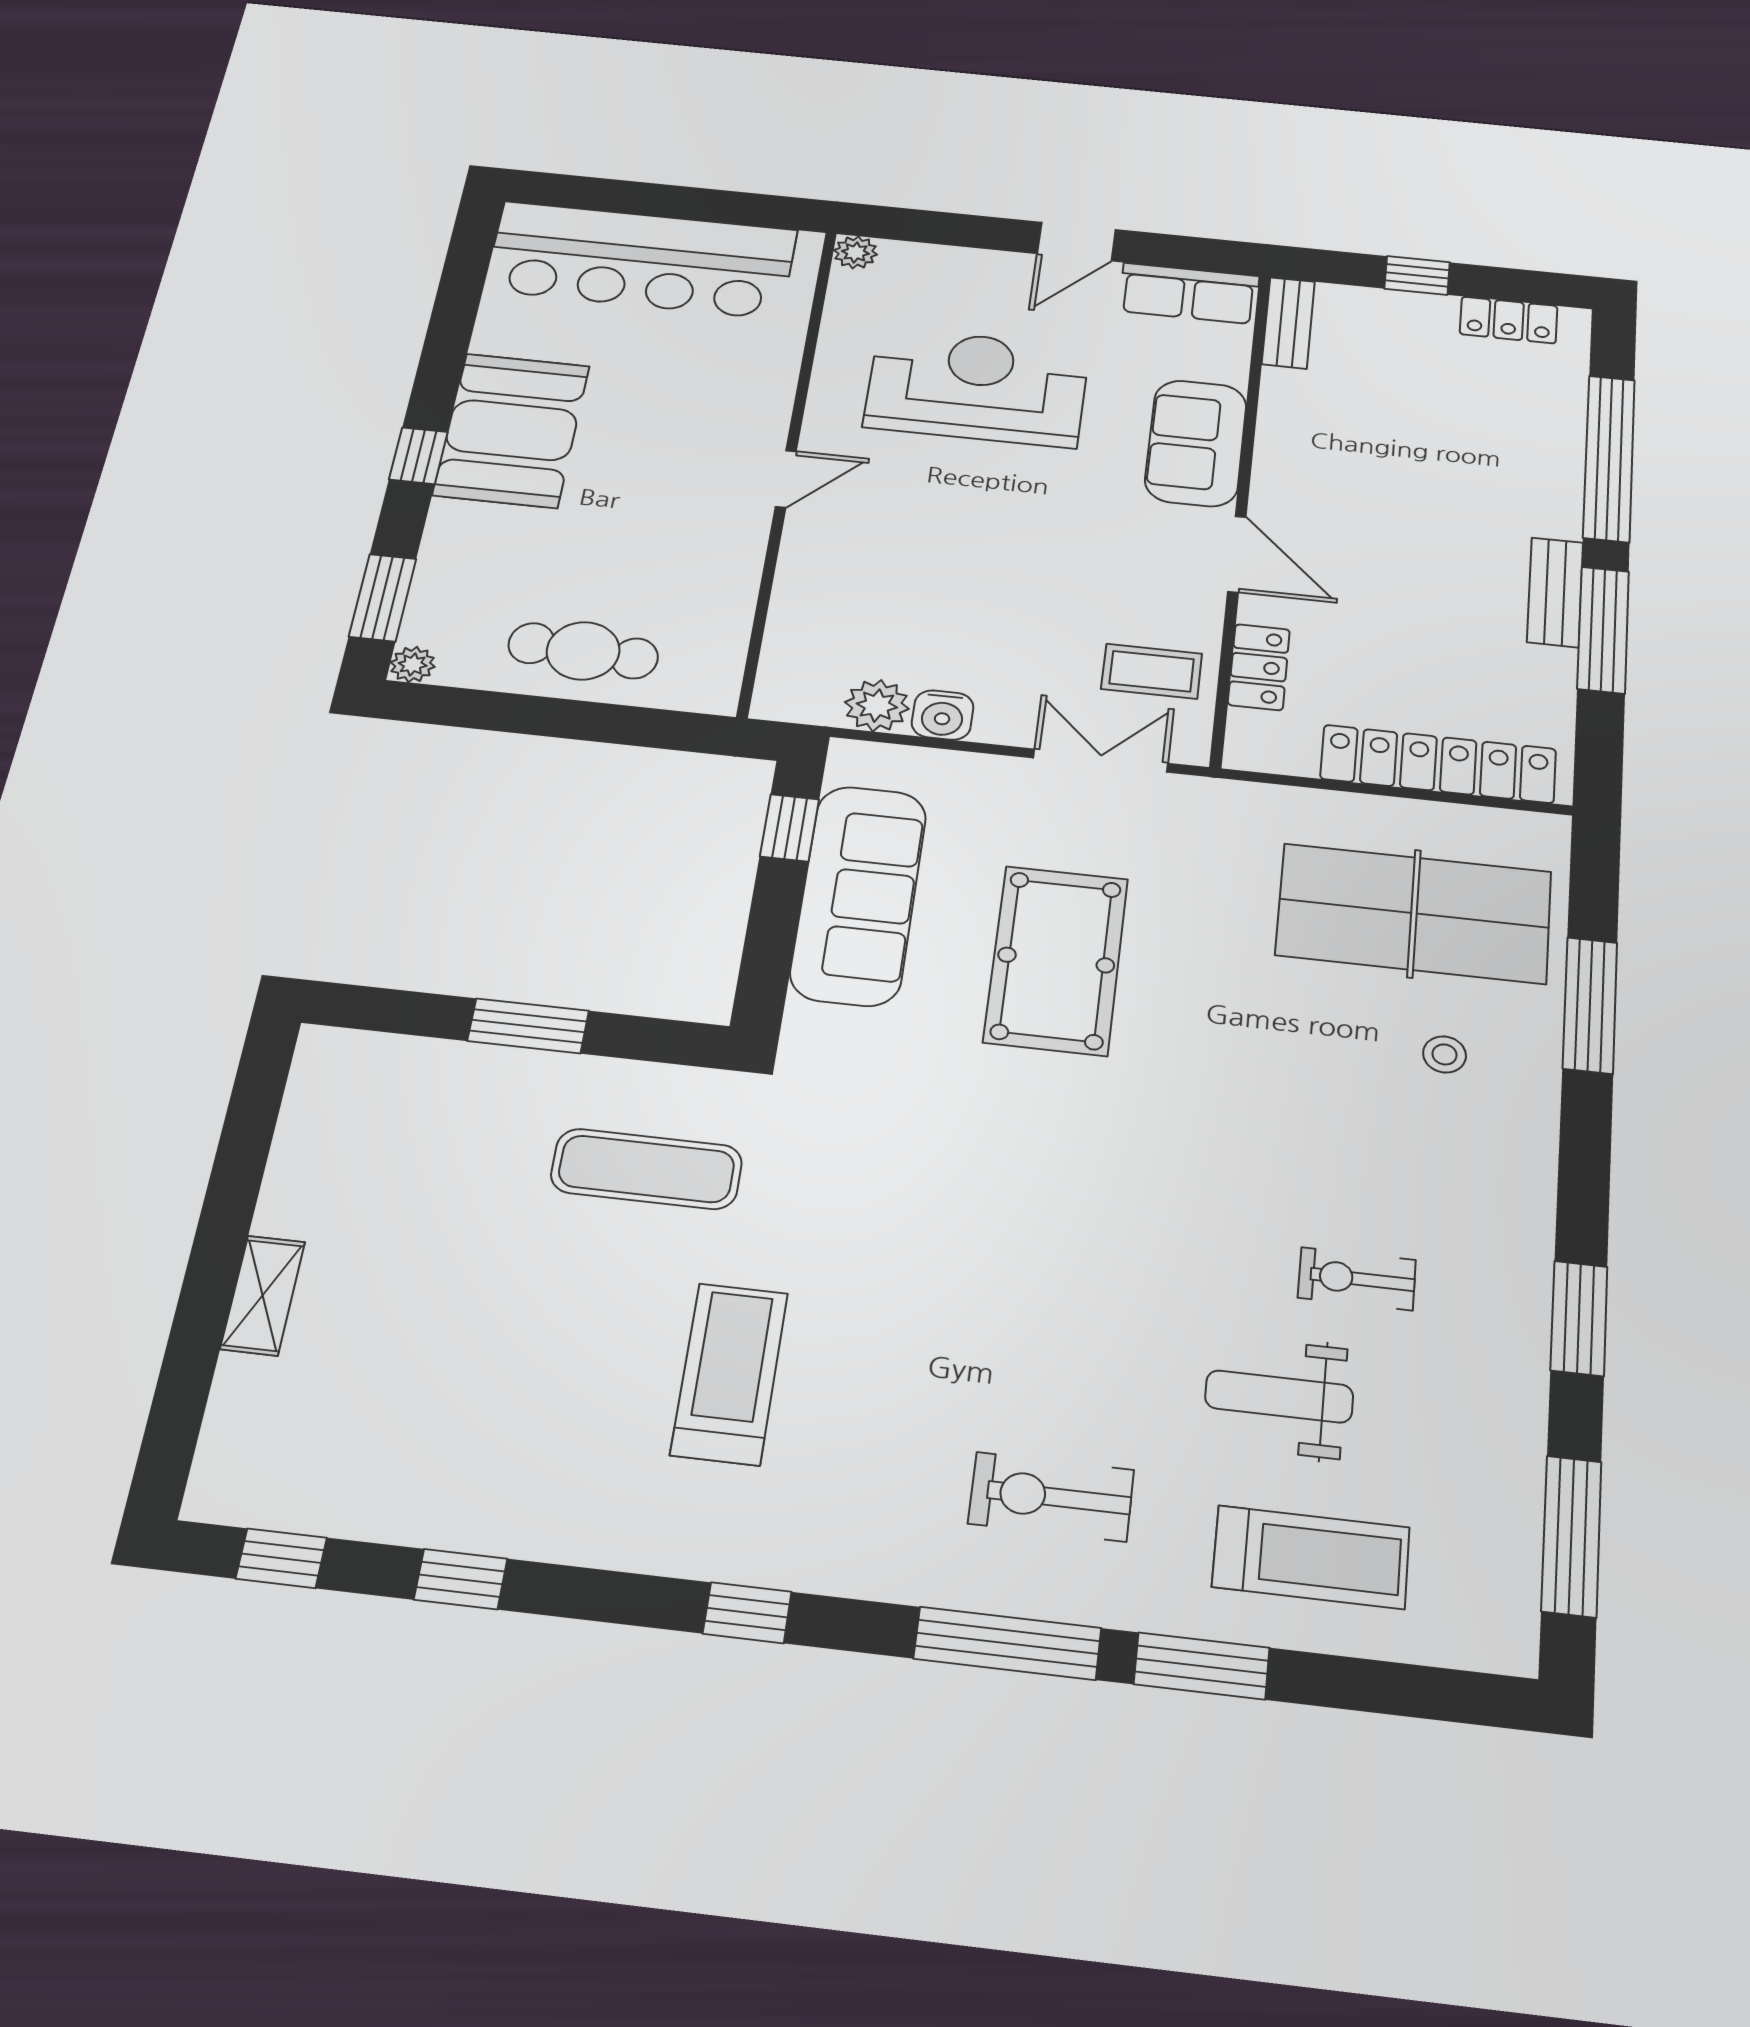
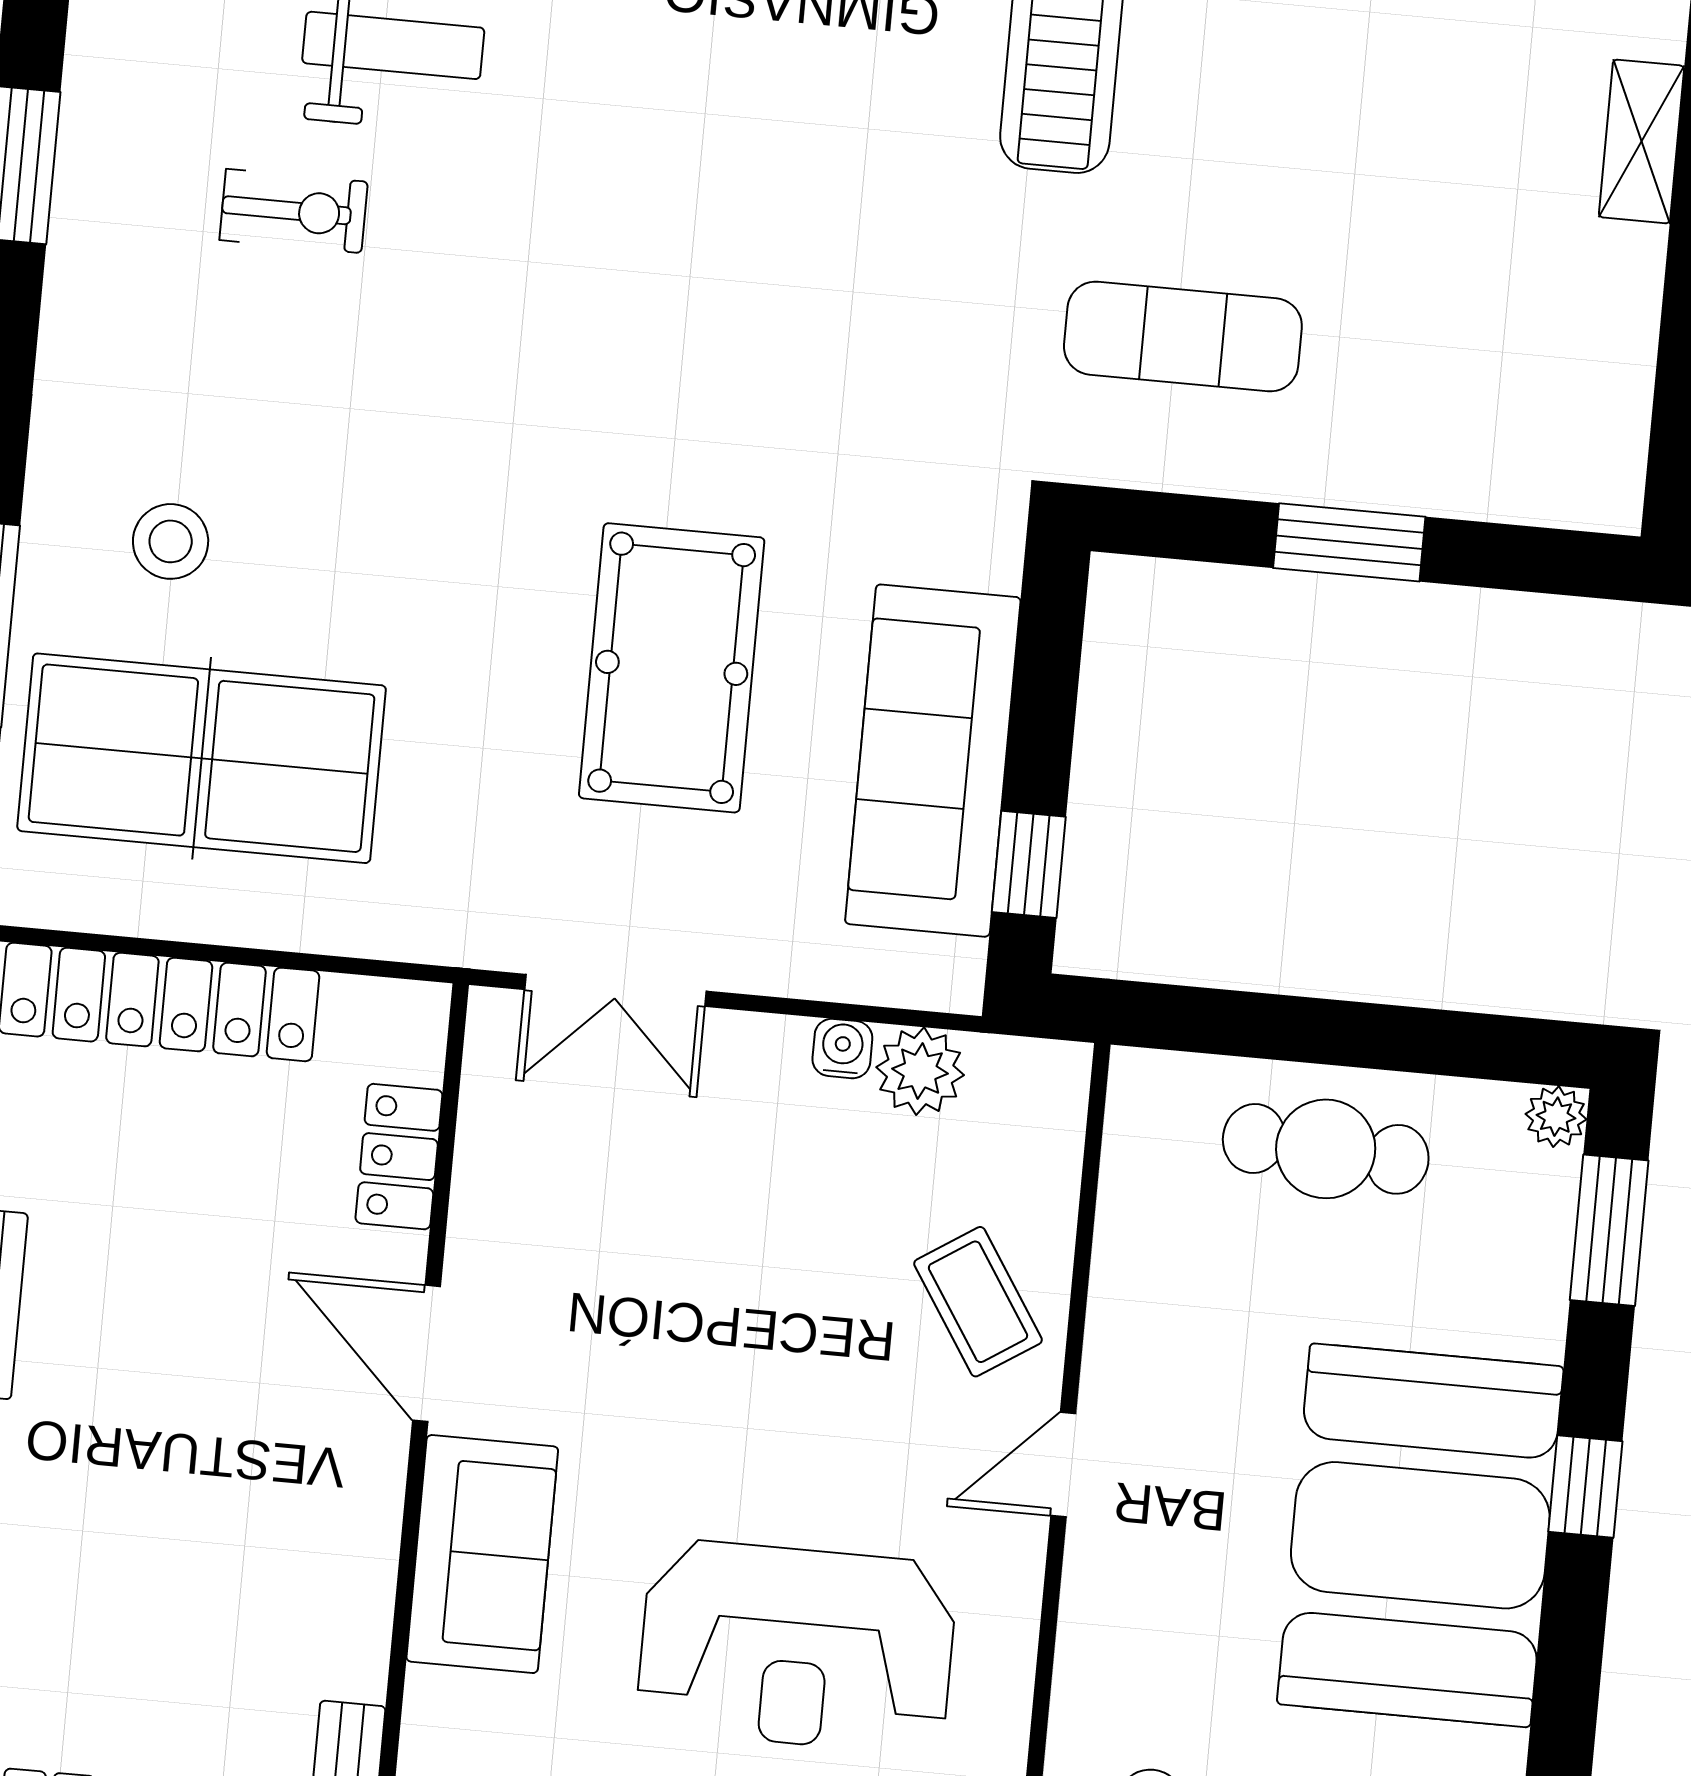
booth: (512, 430) -> (1420, 1535), width x1.36, depth x1.42
coffee table: (1152, 671) -> (978, 1302), moved, turned 57
water cooler: (943, 715) -> (842, 1049), width x0.72, depth x0.72
stool: (1445, 1054) -> (171, 541), width x1.37, depth x1.37

